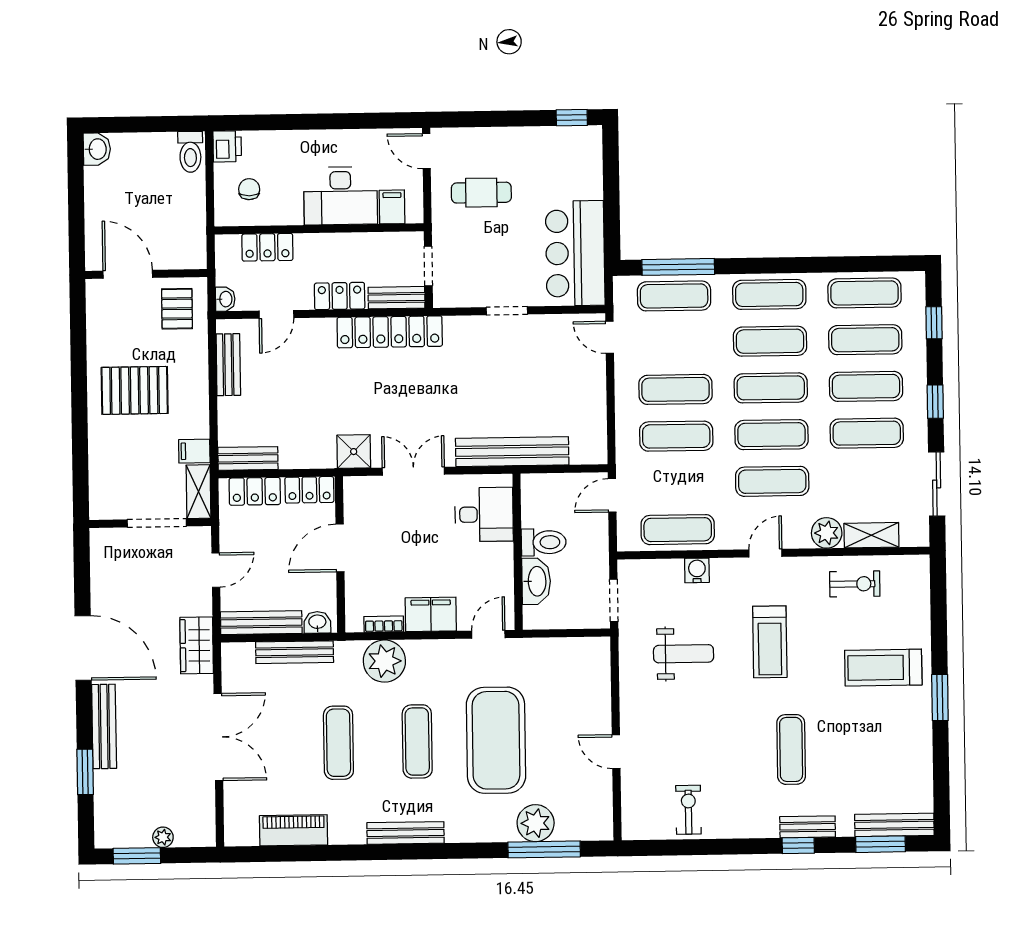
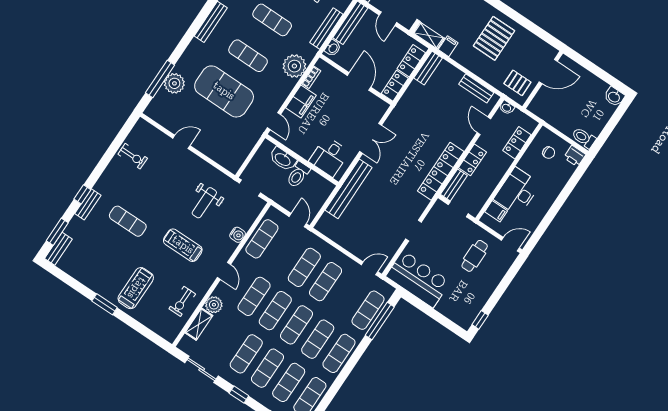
shower: (354, 452) -> (398, 118), removed
bench: (894, 825) -> (58, 249), width x0.73

